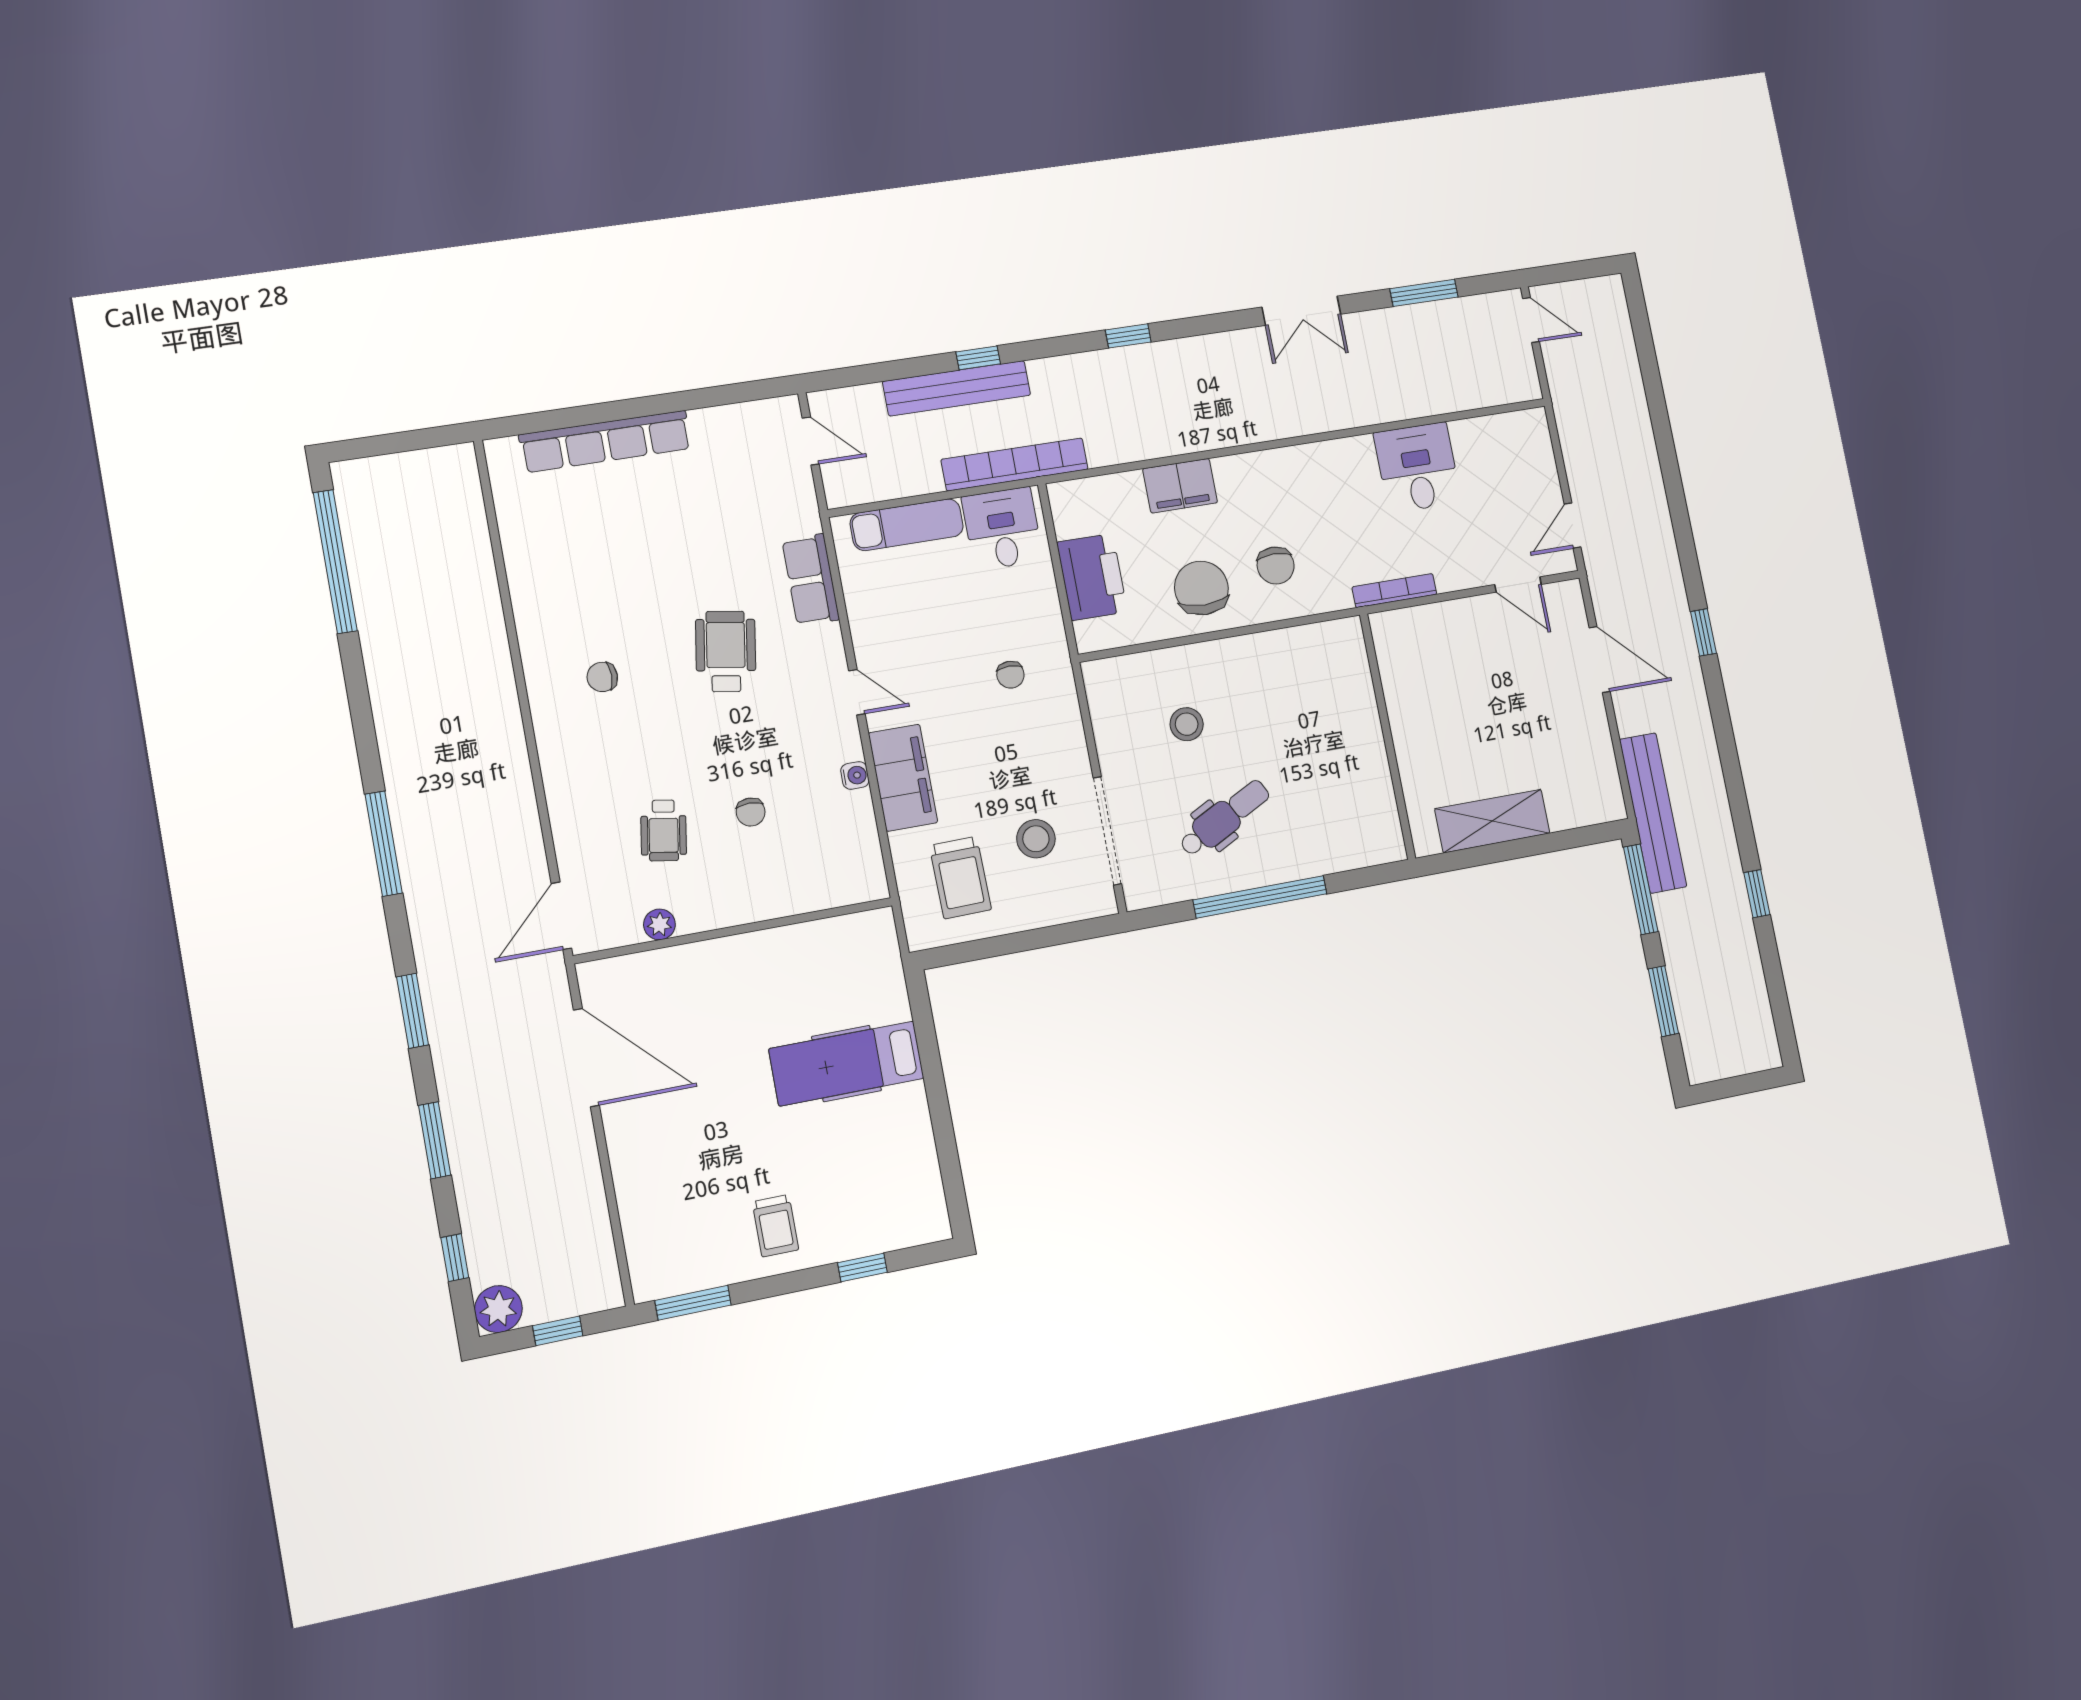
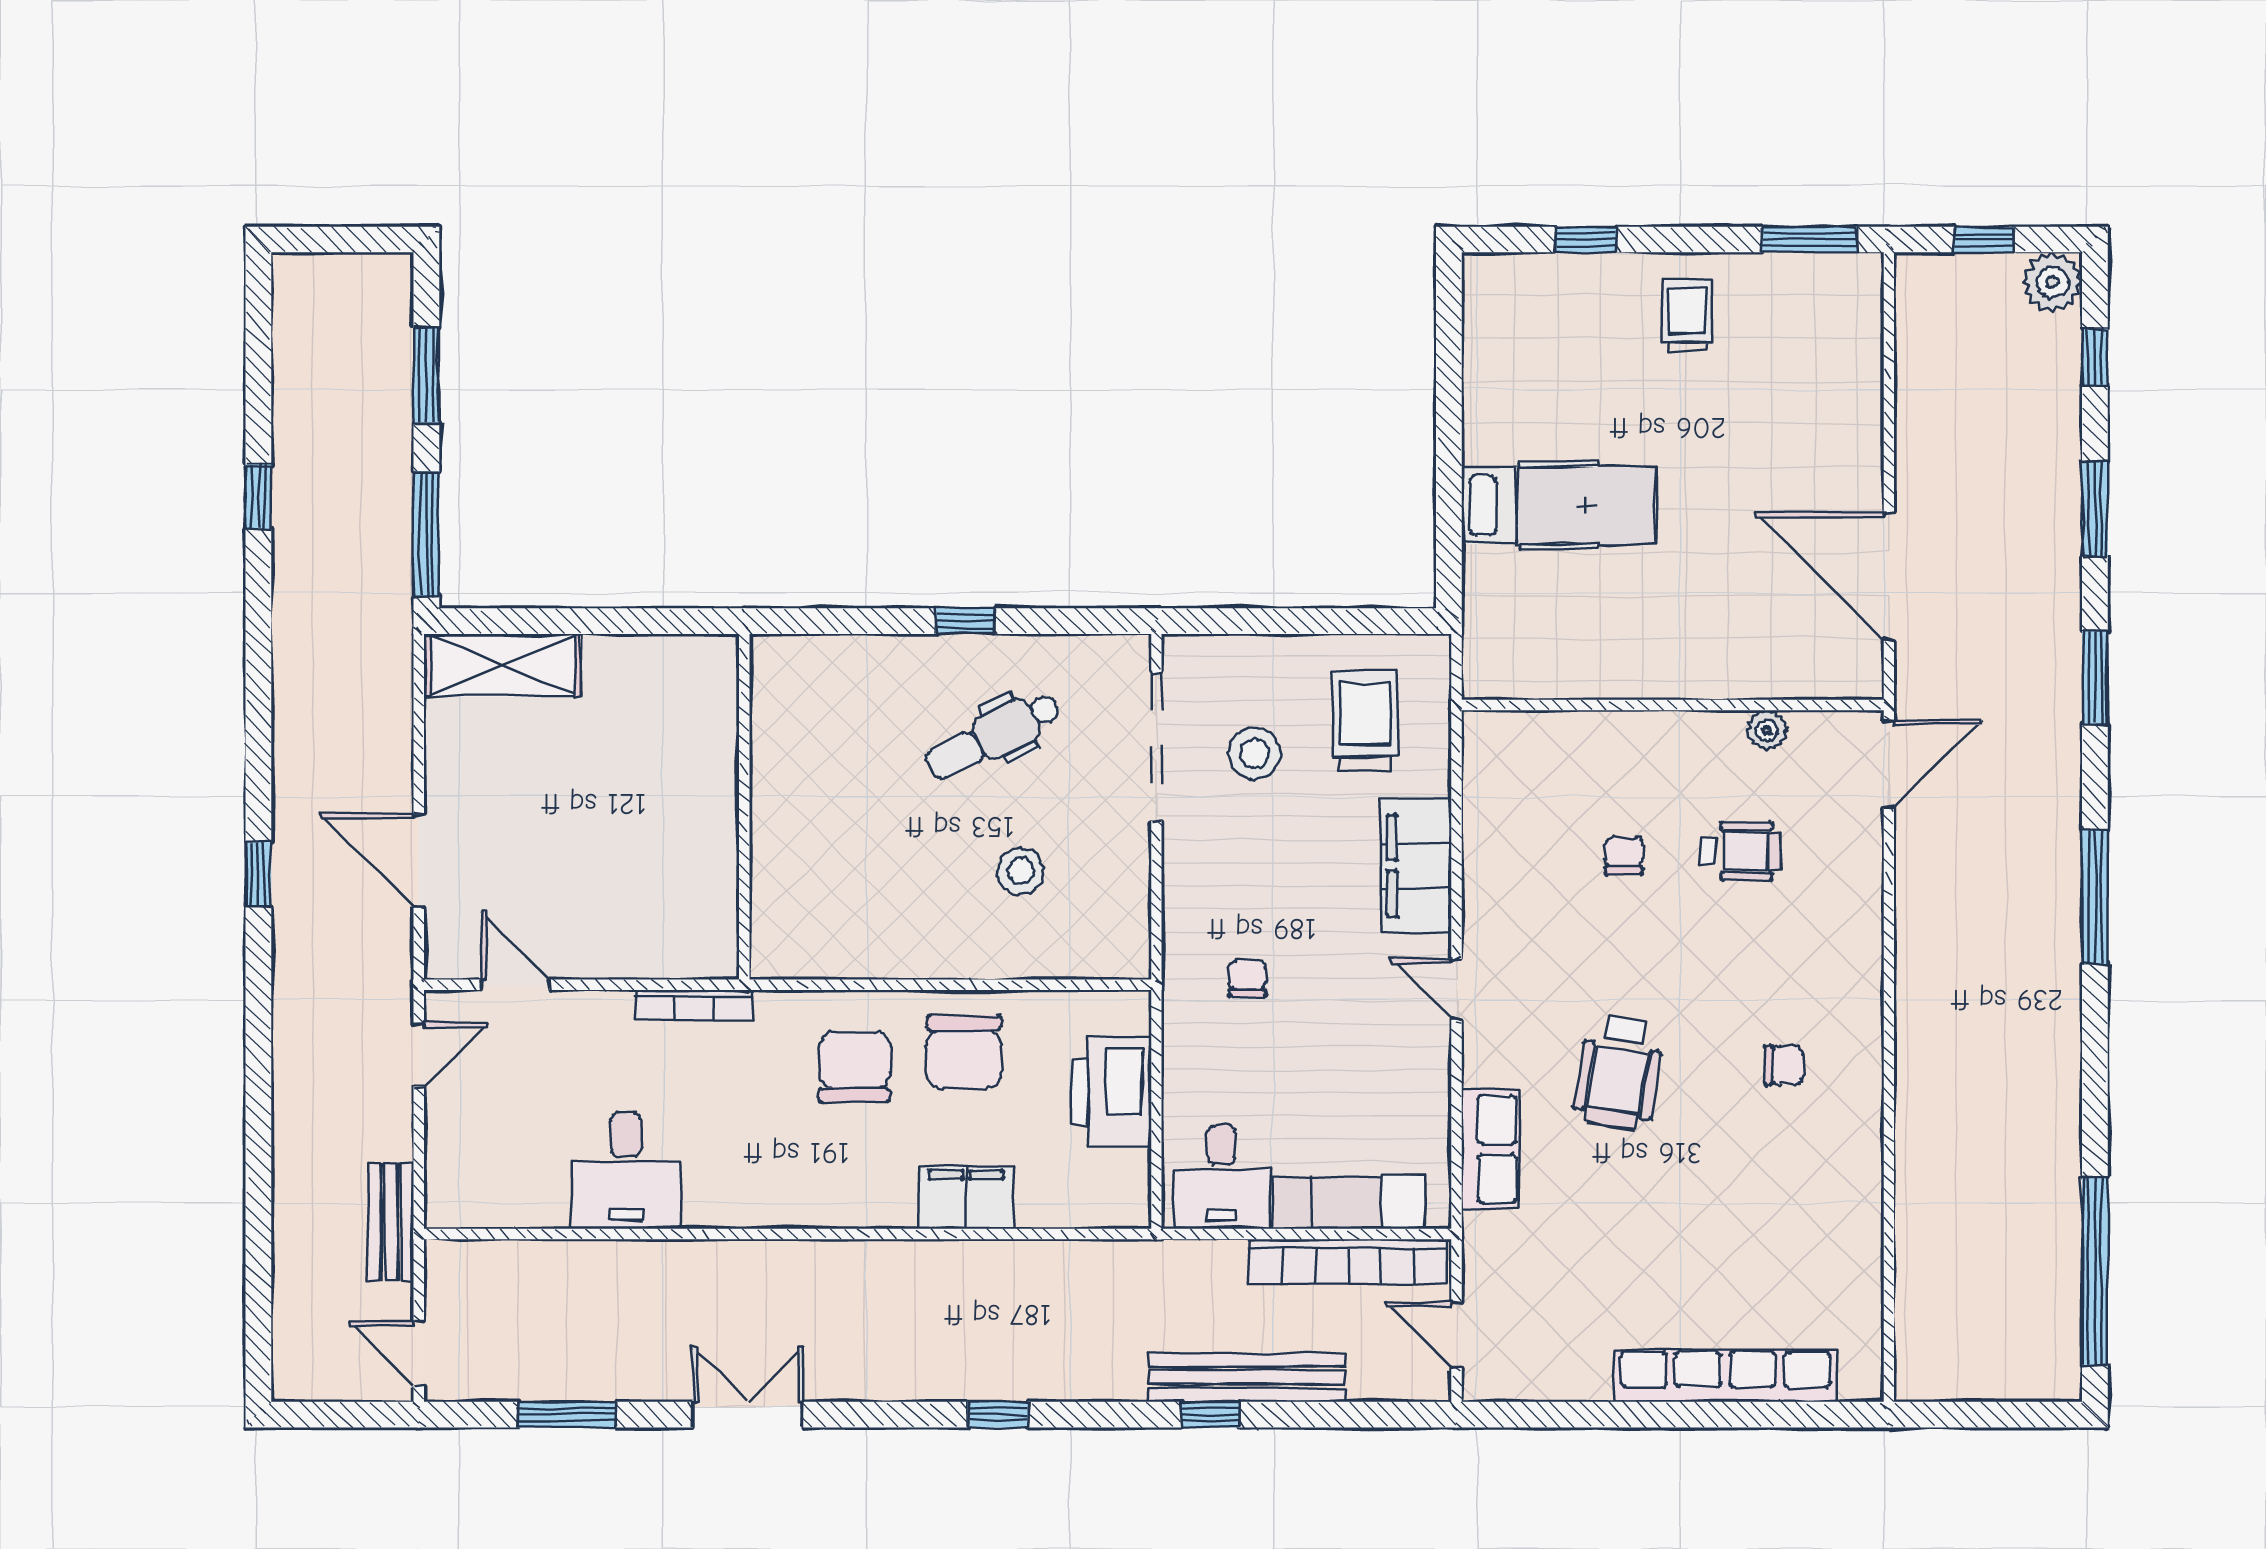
bookcase: (1015, 464) -> (1348, 1262), moved
chair: (1276, 566) -> (855, 1067), width x1.37, depth x1.37
water cooler: (855, 775) -> (1479, 880), removed
bench: (1653, 813) -> (391, 1222), moved, width x0.54, depth x0.82
shelving: (1492, 821) -> (502, 665), moved
wheelchair: (664, 830) -> (1740, 851), turned 81
window: (1260, 897) -> (965, 621), width x0.32

